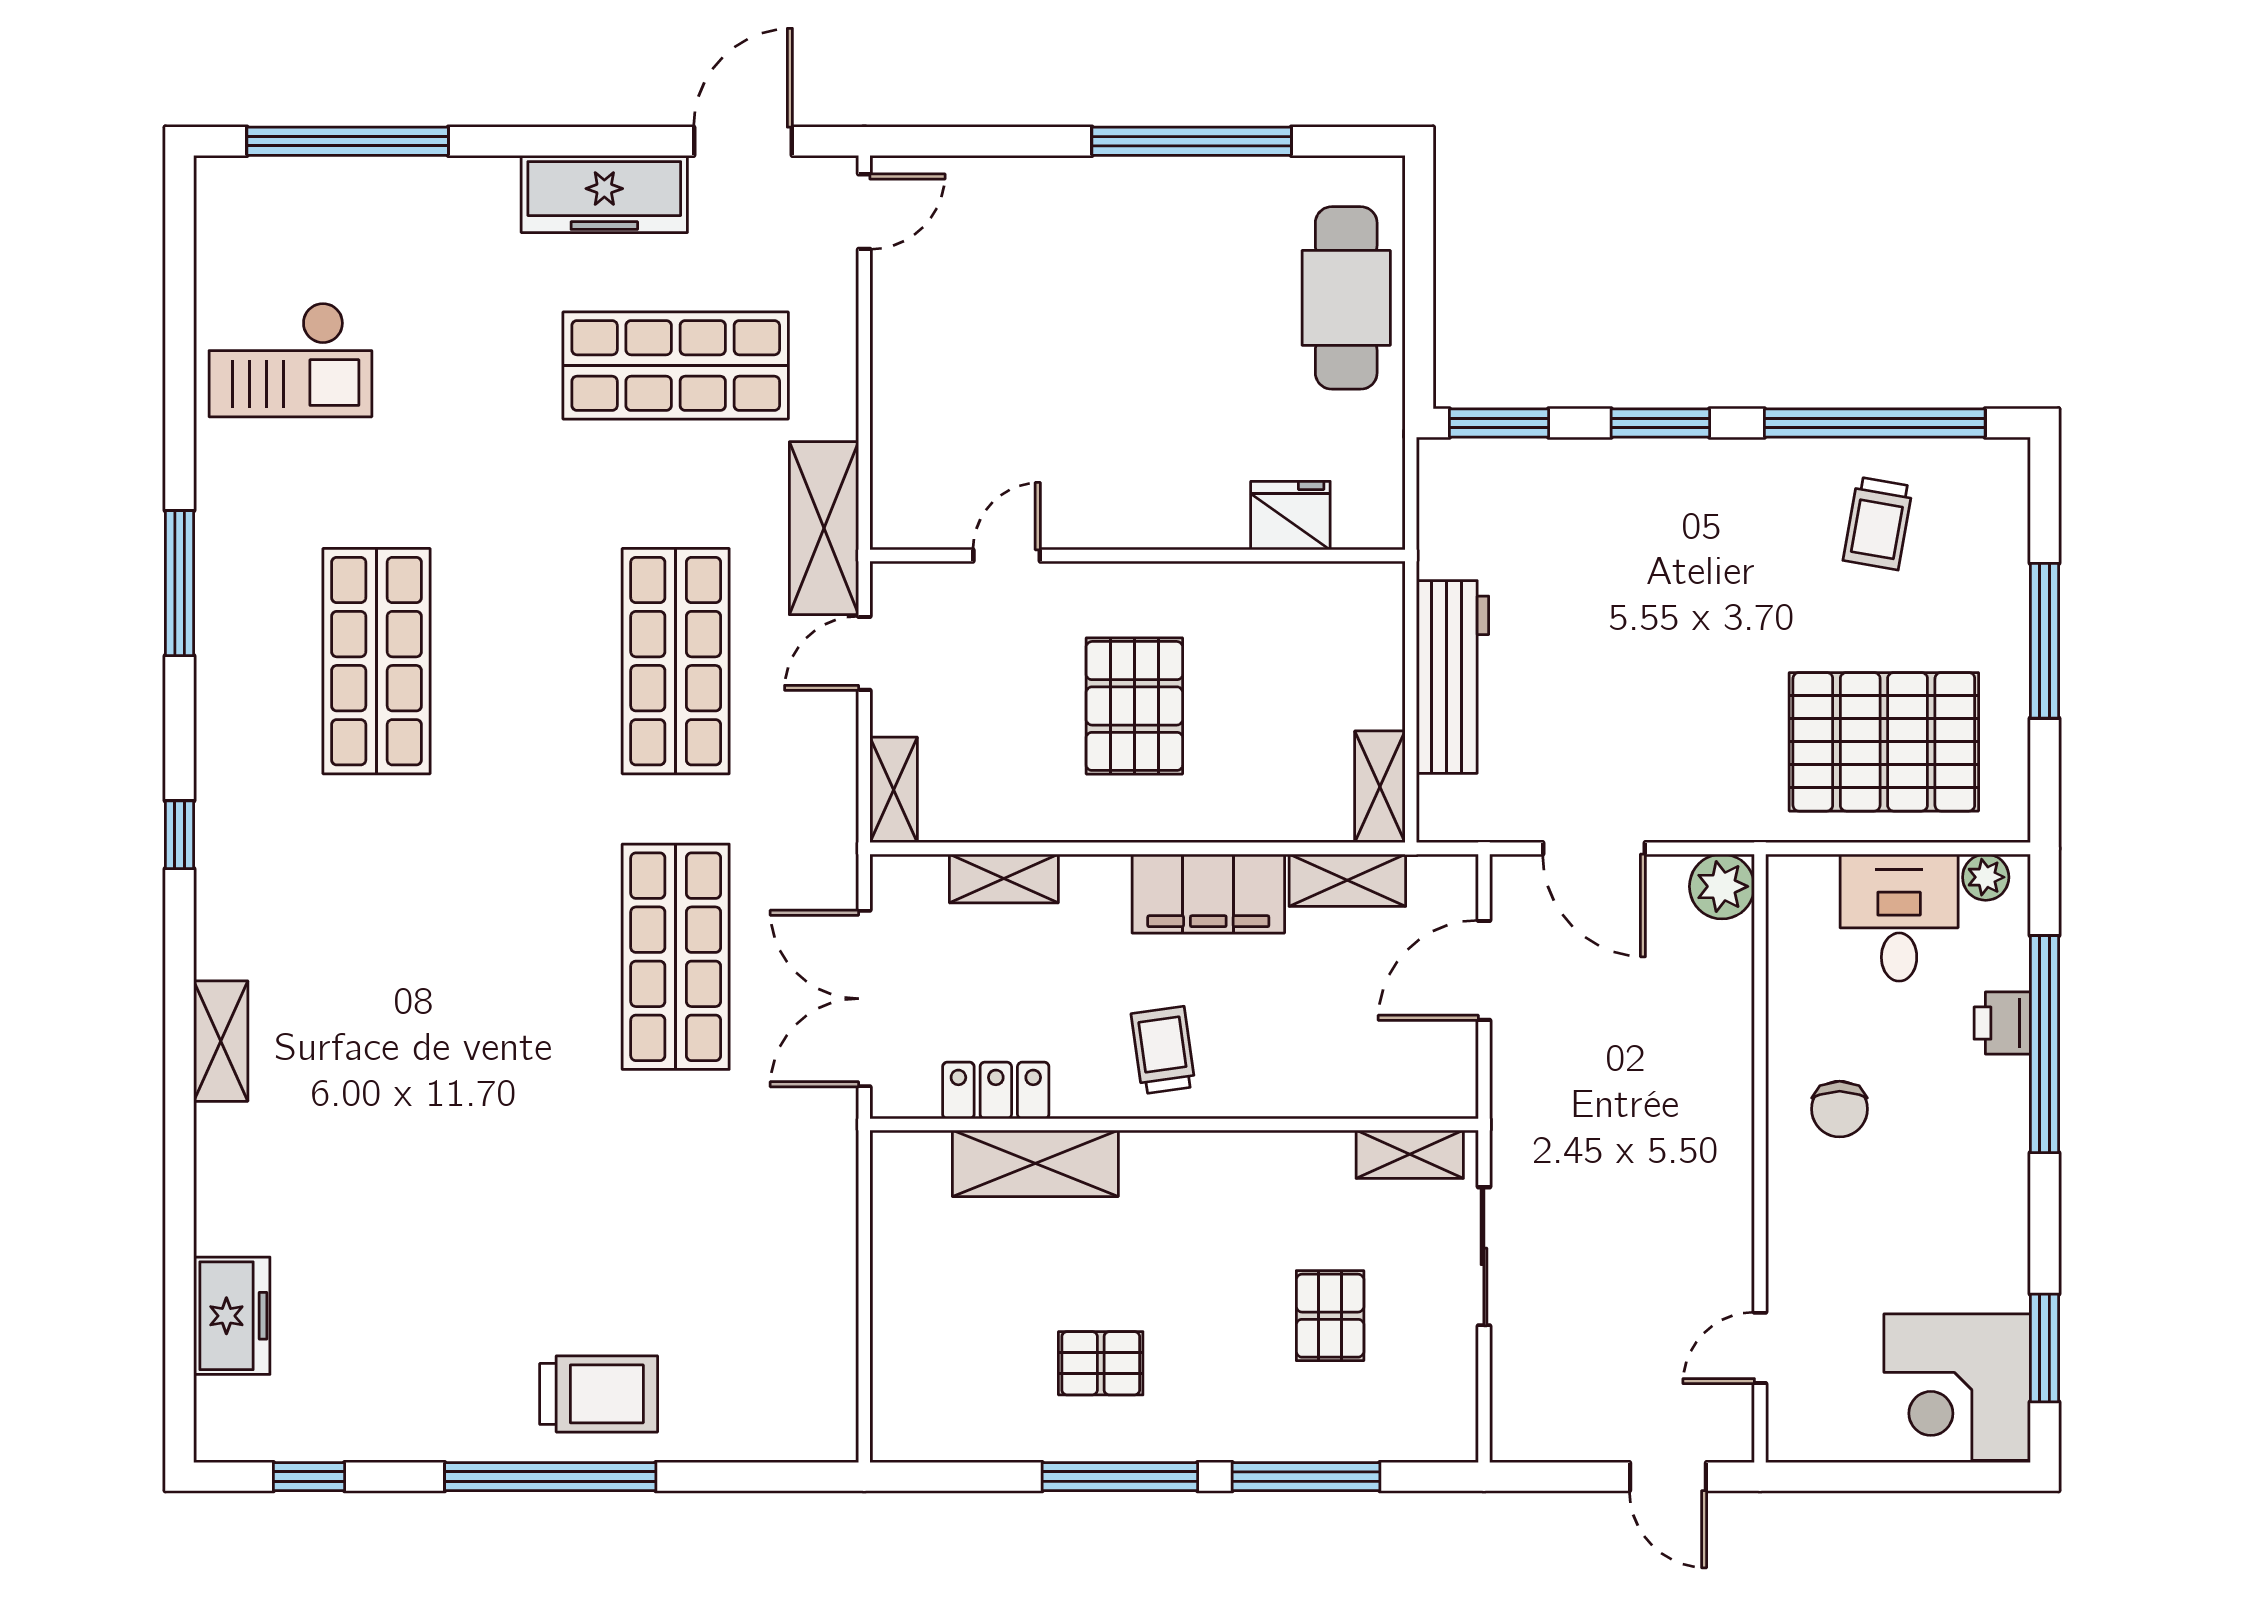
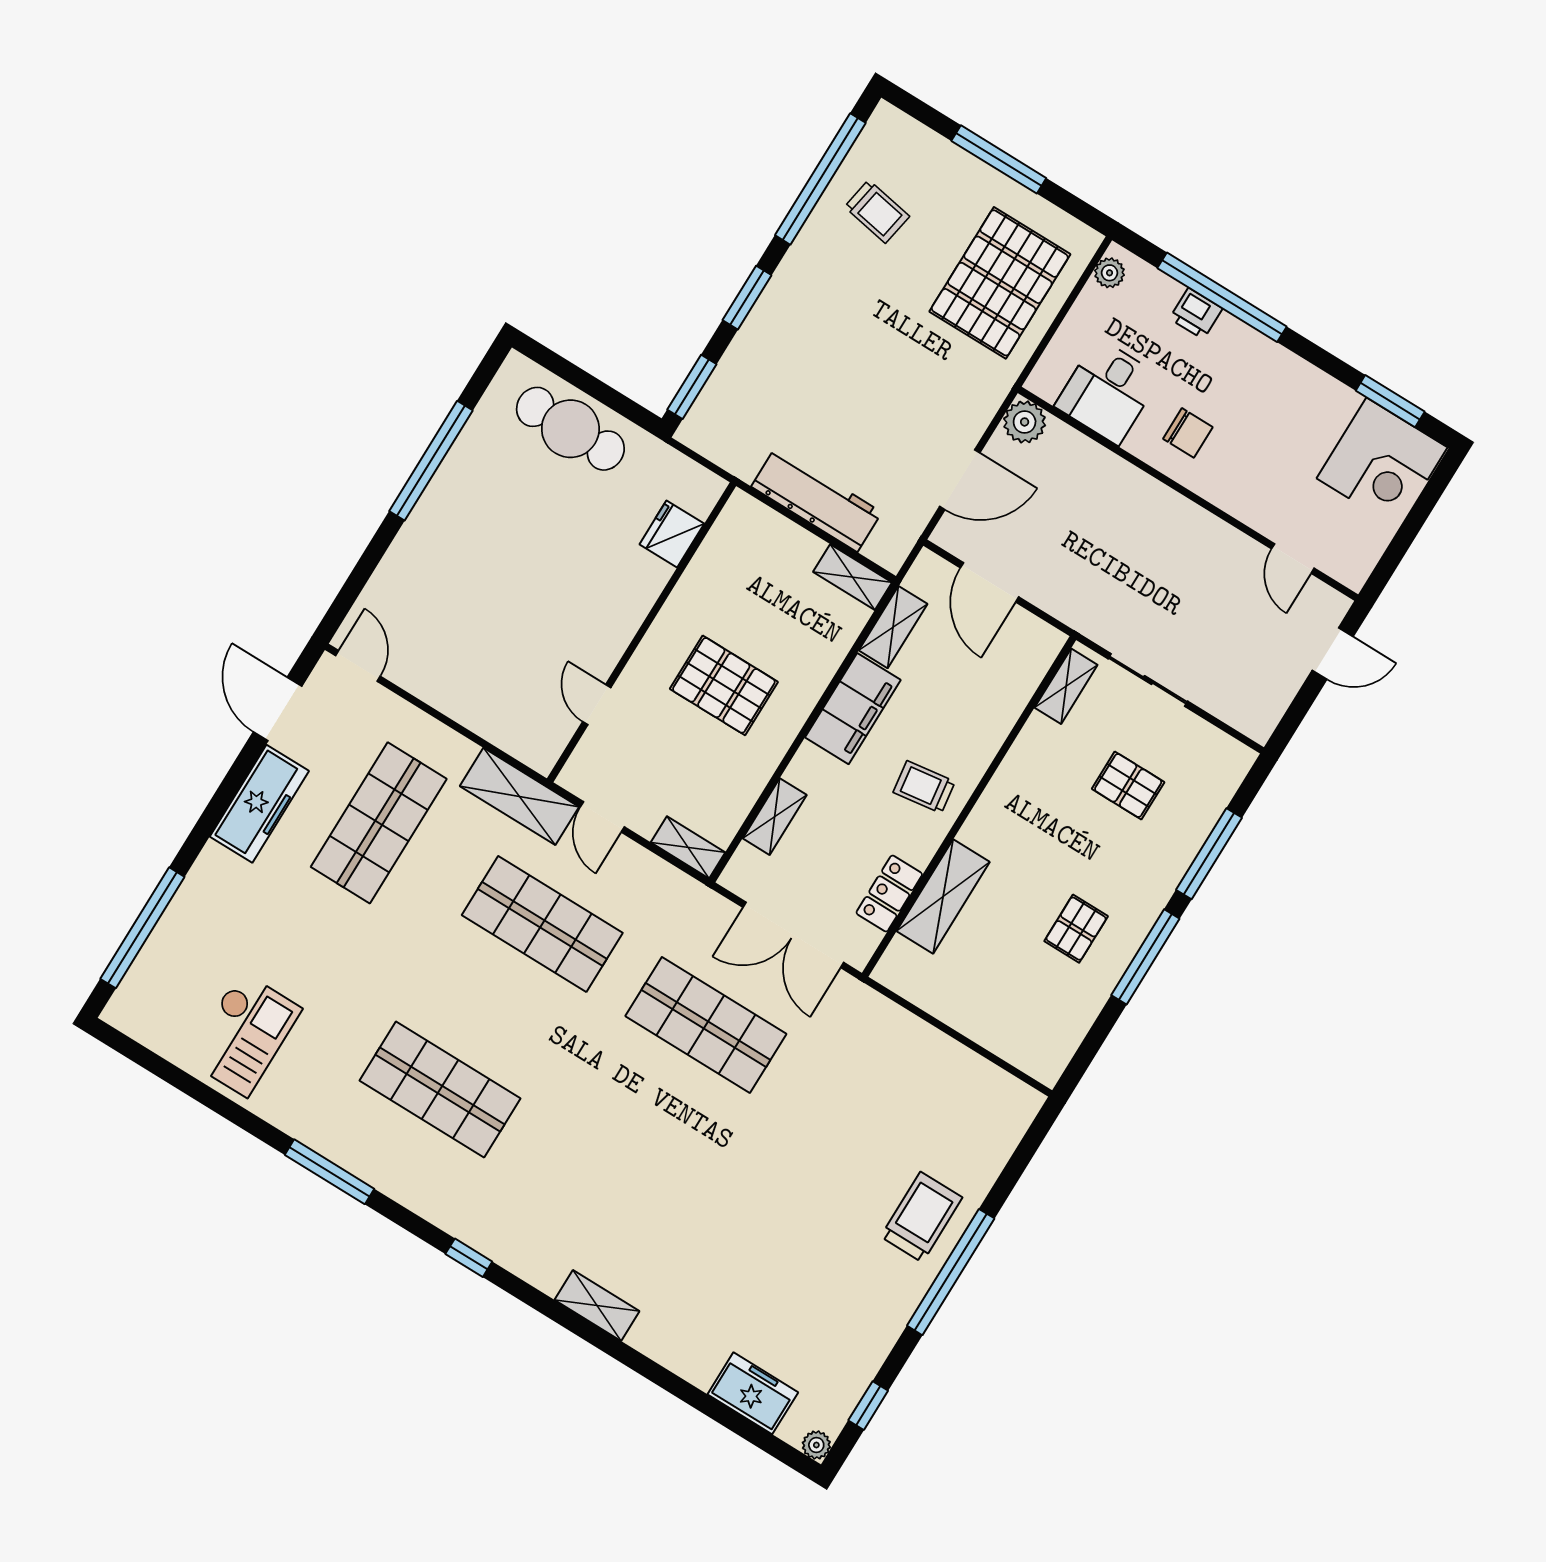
desk: (1899, 918) -> (1108, 391), moved, turned -90
plant: (216, 1441) -> (816, 1445), added

